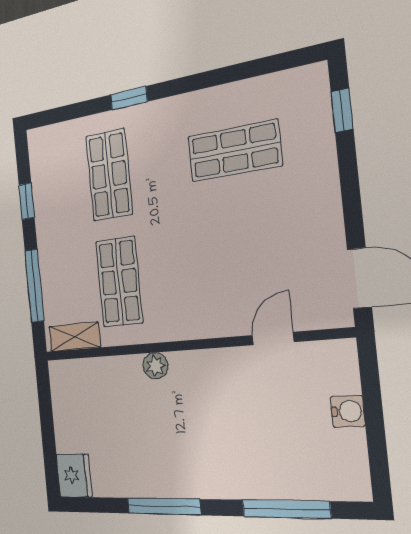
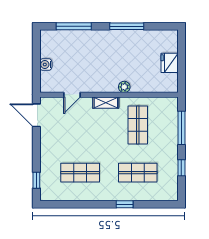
shop shelf: (109, 175) -> (138, 173), turned 90
shelving: (75, 337) -> (106, 103), moved
fridge: (74, 476) -> (170, 63), moved

